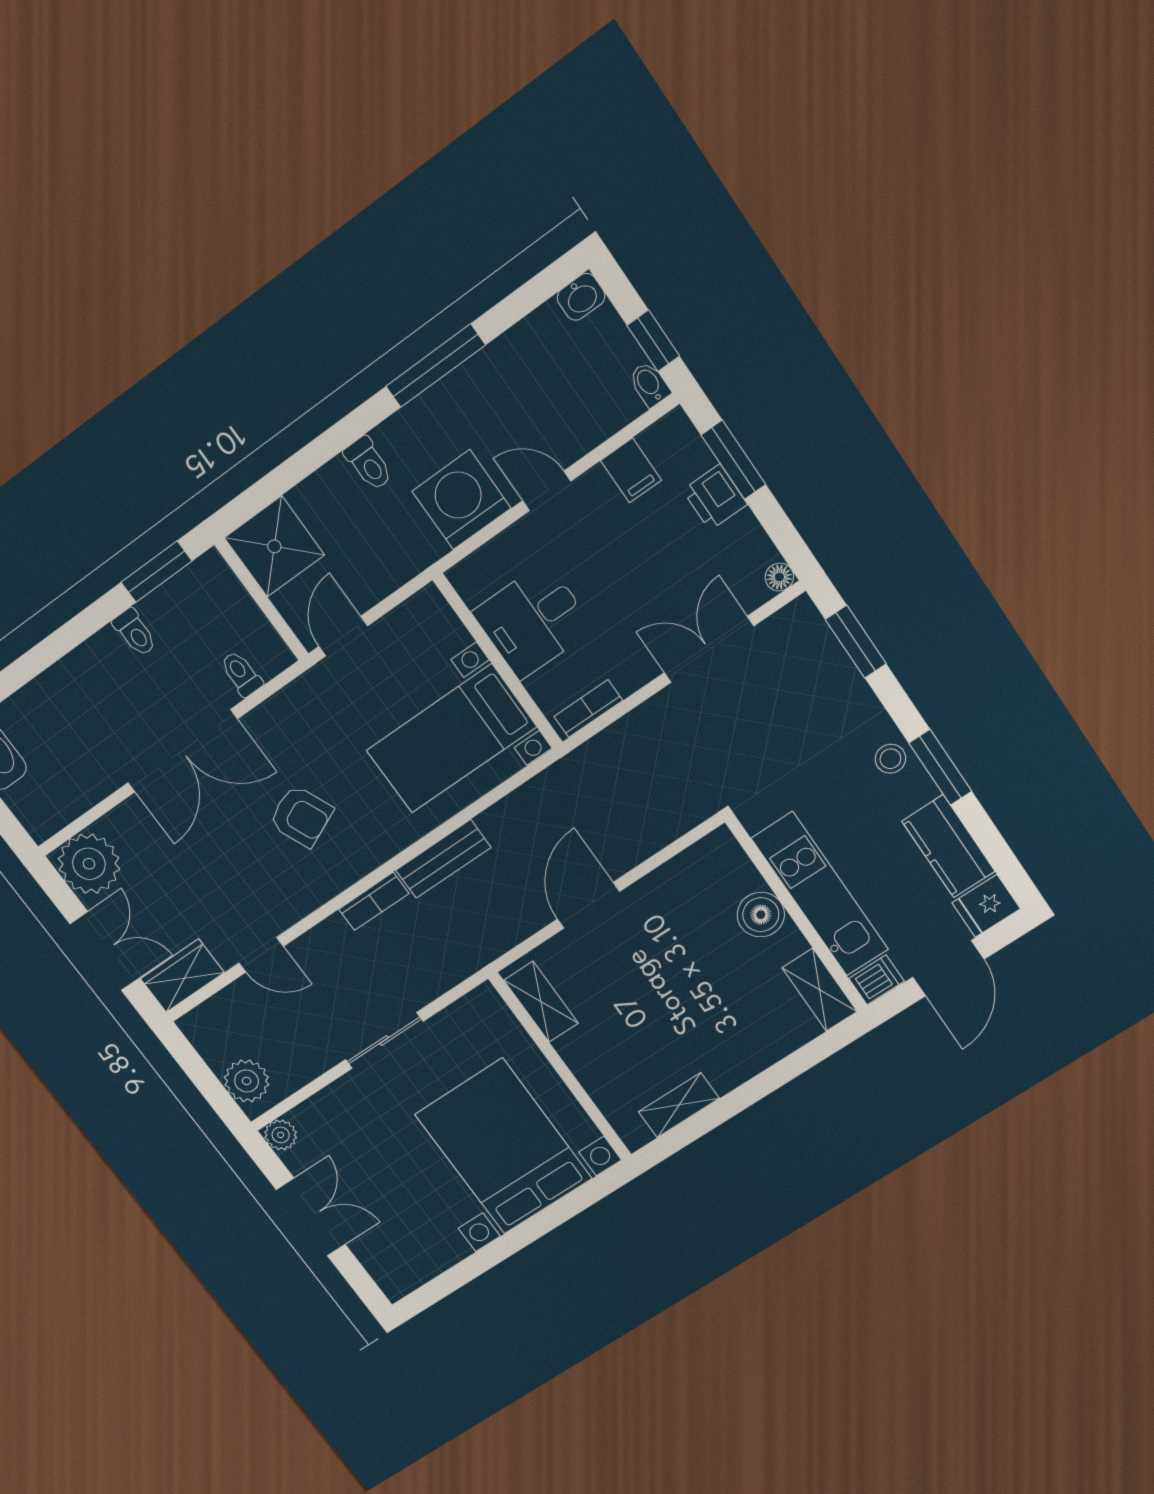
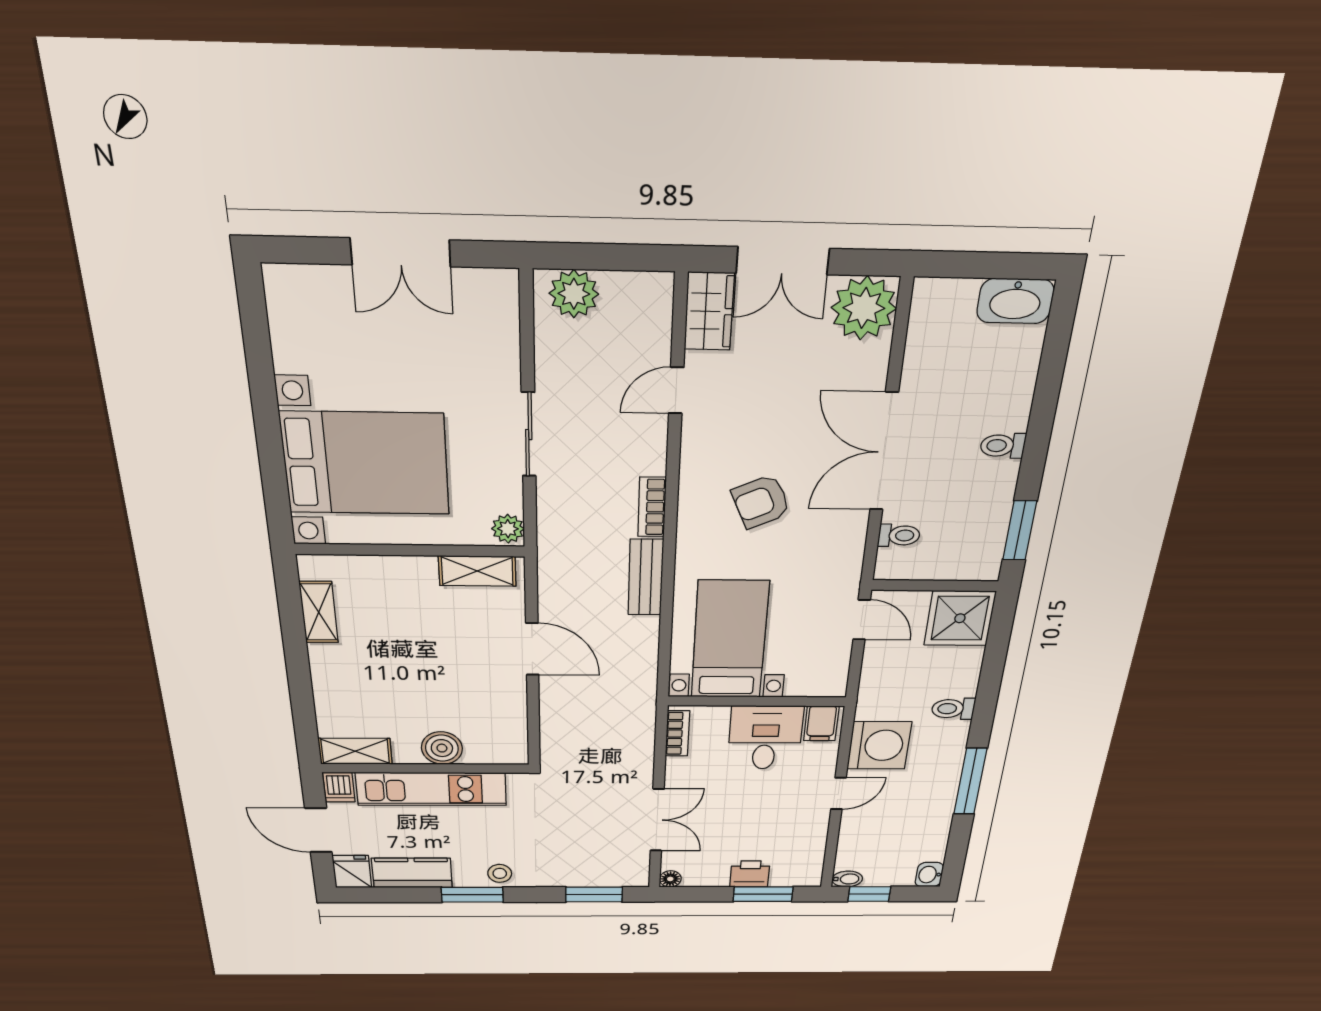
filing cabinet: (631, 470) -> (821, 723), moved, turned -90
toilet: (135, 632) -> (1003, 446), moved
plant: (281, 1135) -> (508, 529), moved

